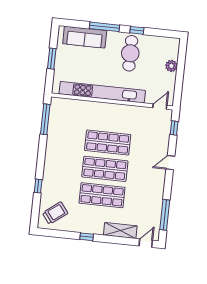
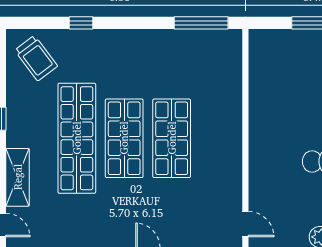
kitchen unit: (102, 92) -> (260, 119), removed
shop shelf: (102, 195) -> (77, 138), width x1.40

